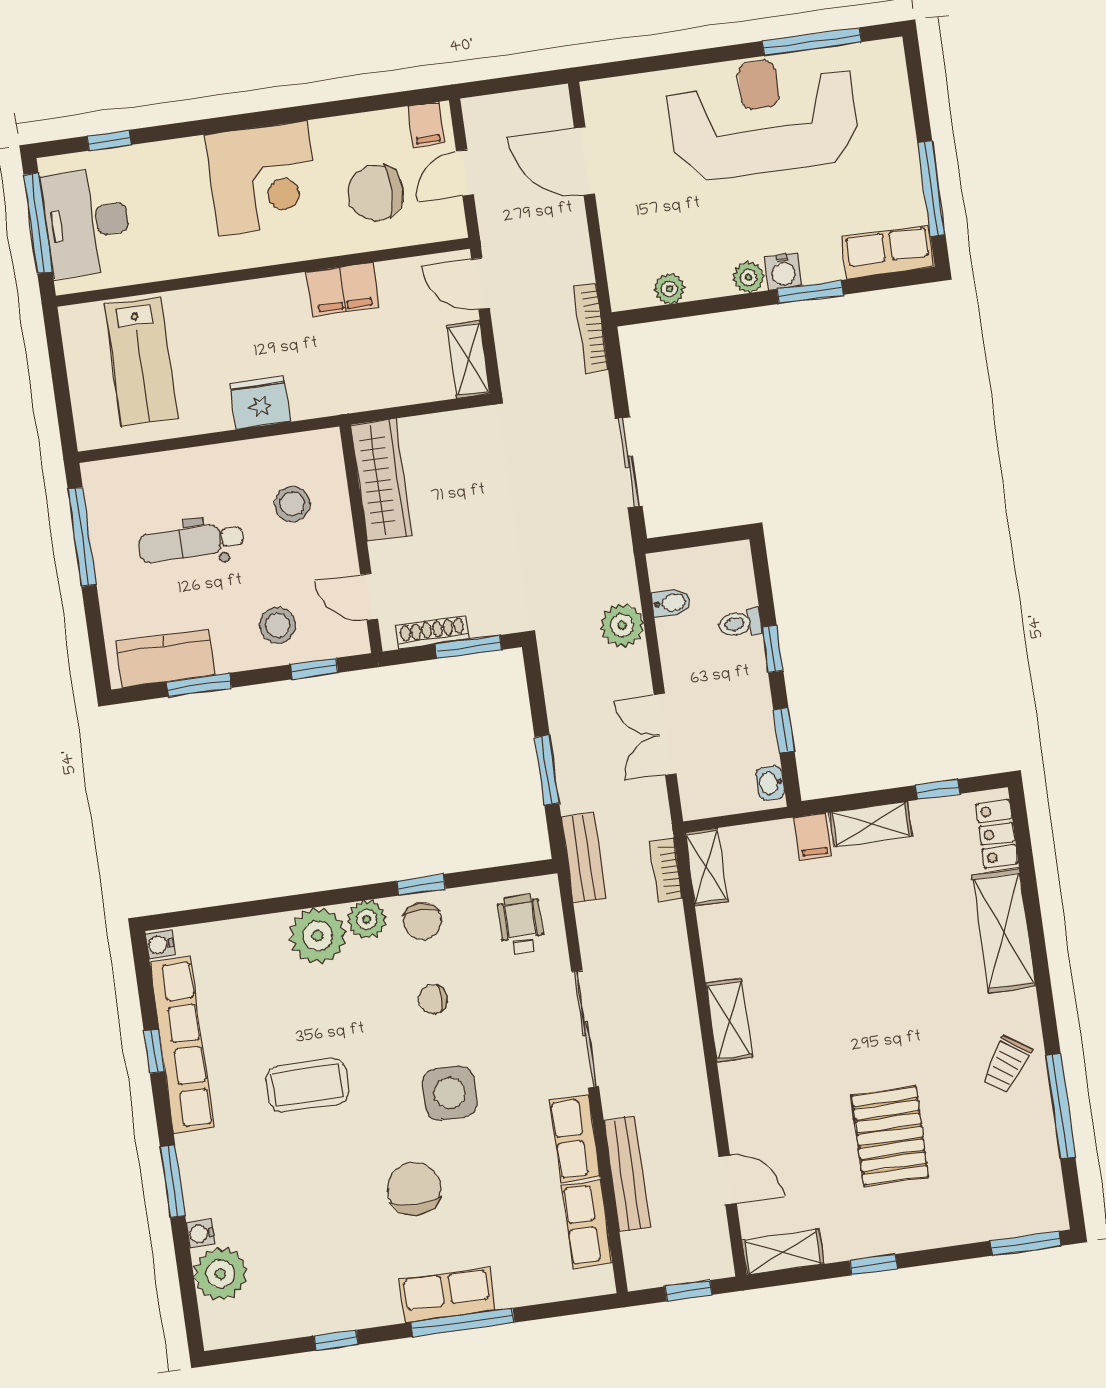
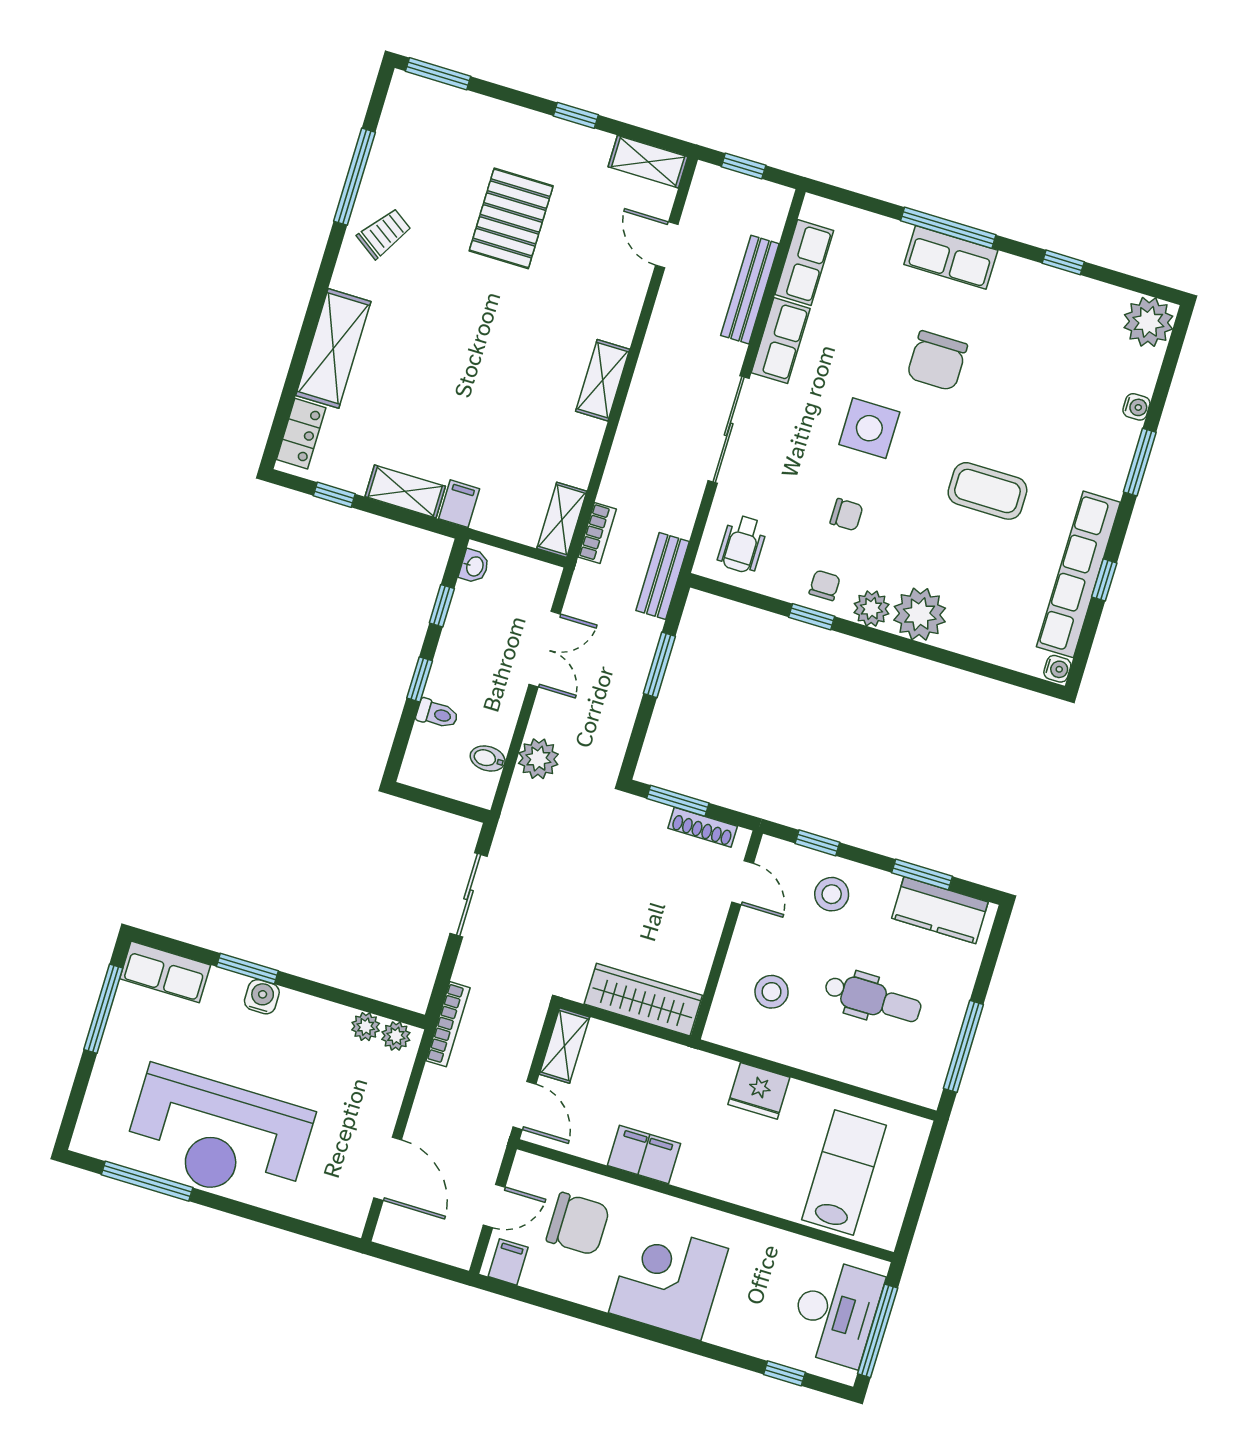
plant: (748, 277) -> (396, 1036), moved
wardrobe: (381, 480) -> (643, 1000), moved, turned 90
chair: (423, 921) -> (825, 585), width x0.73, depth x0.73
plant: (220, 1274) -> (1148, 322), moved

